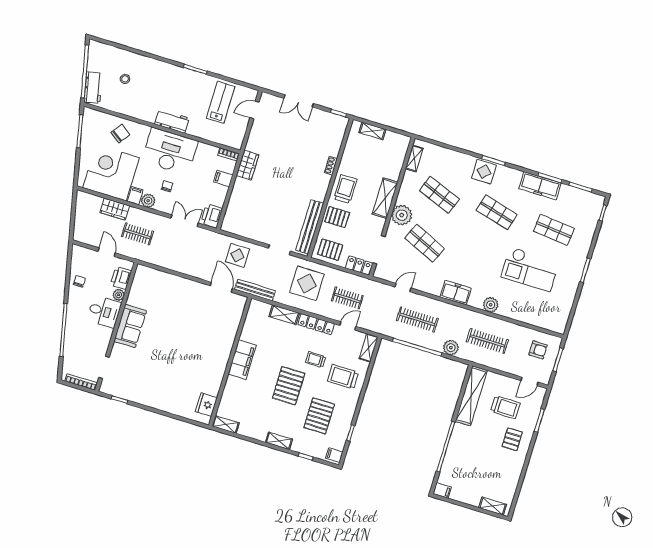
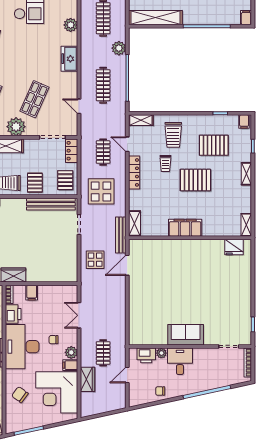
printer: (212, 216) -> (13, 314), moved, turned -90
shelving: (284, 315) -> (135, 223), moved

